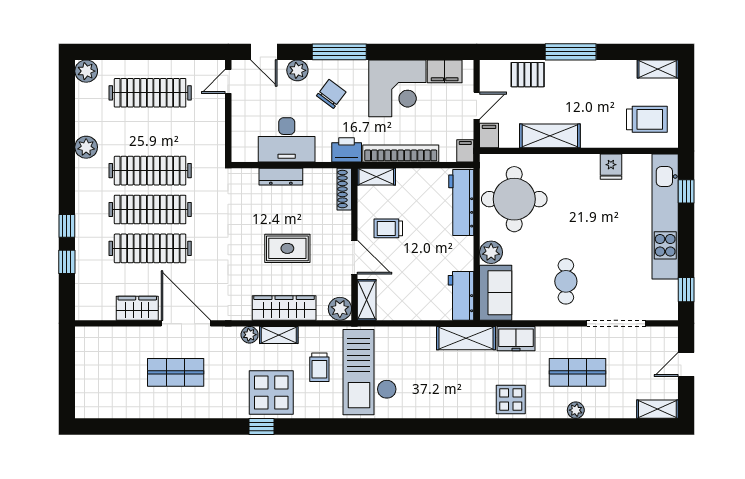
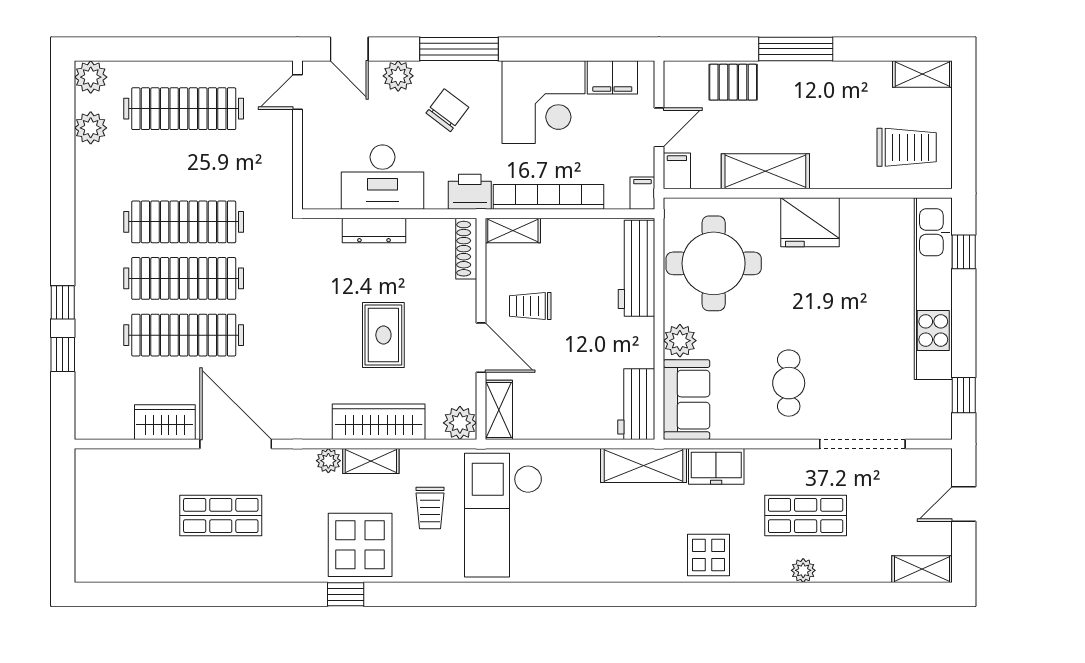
plant: (86, 147) -> (91, 128), moved
fridge: (611, 167) -> (810, 222), moved, width x1.88, depth x1.34
rug: (287, 248) -> (383, 335), turned 90

